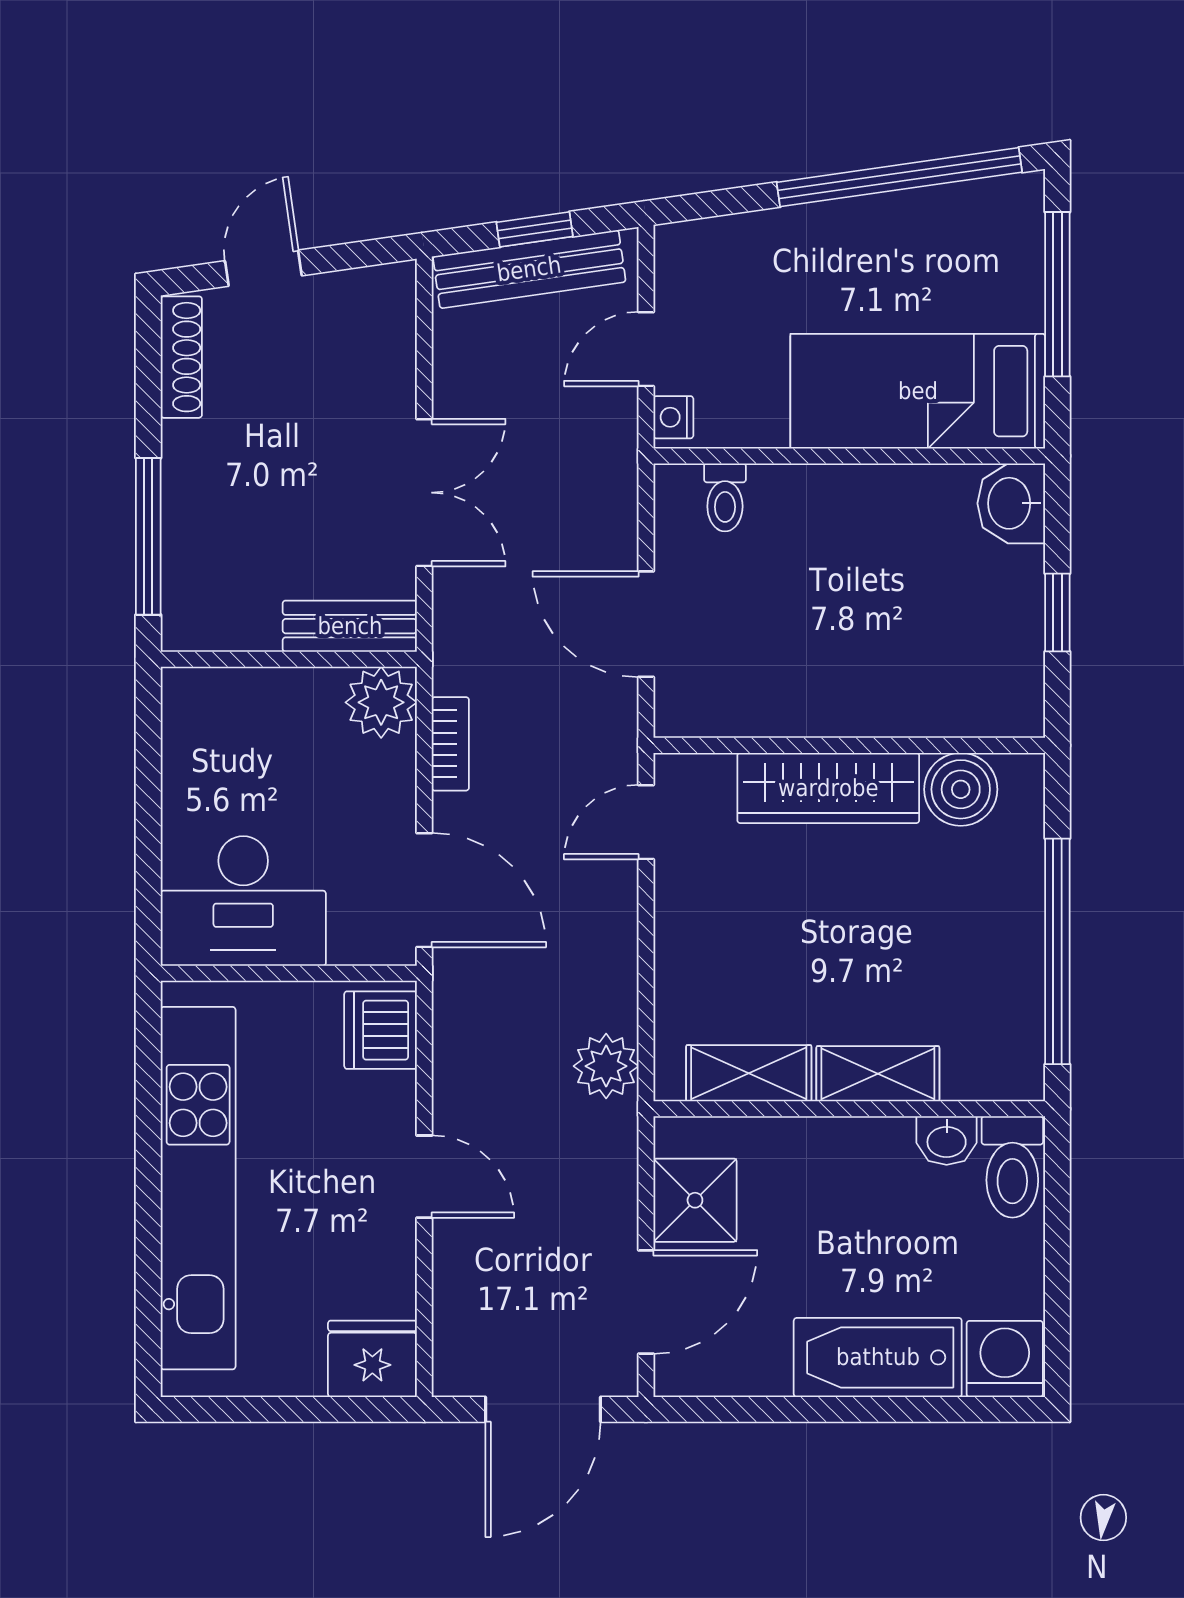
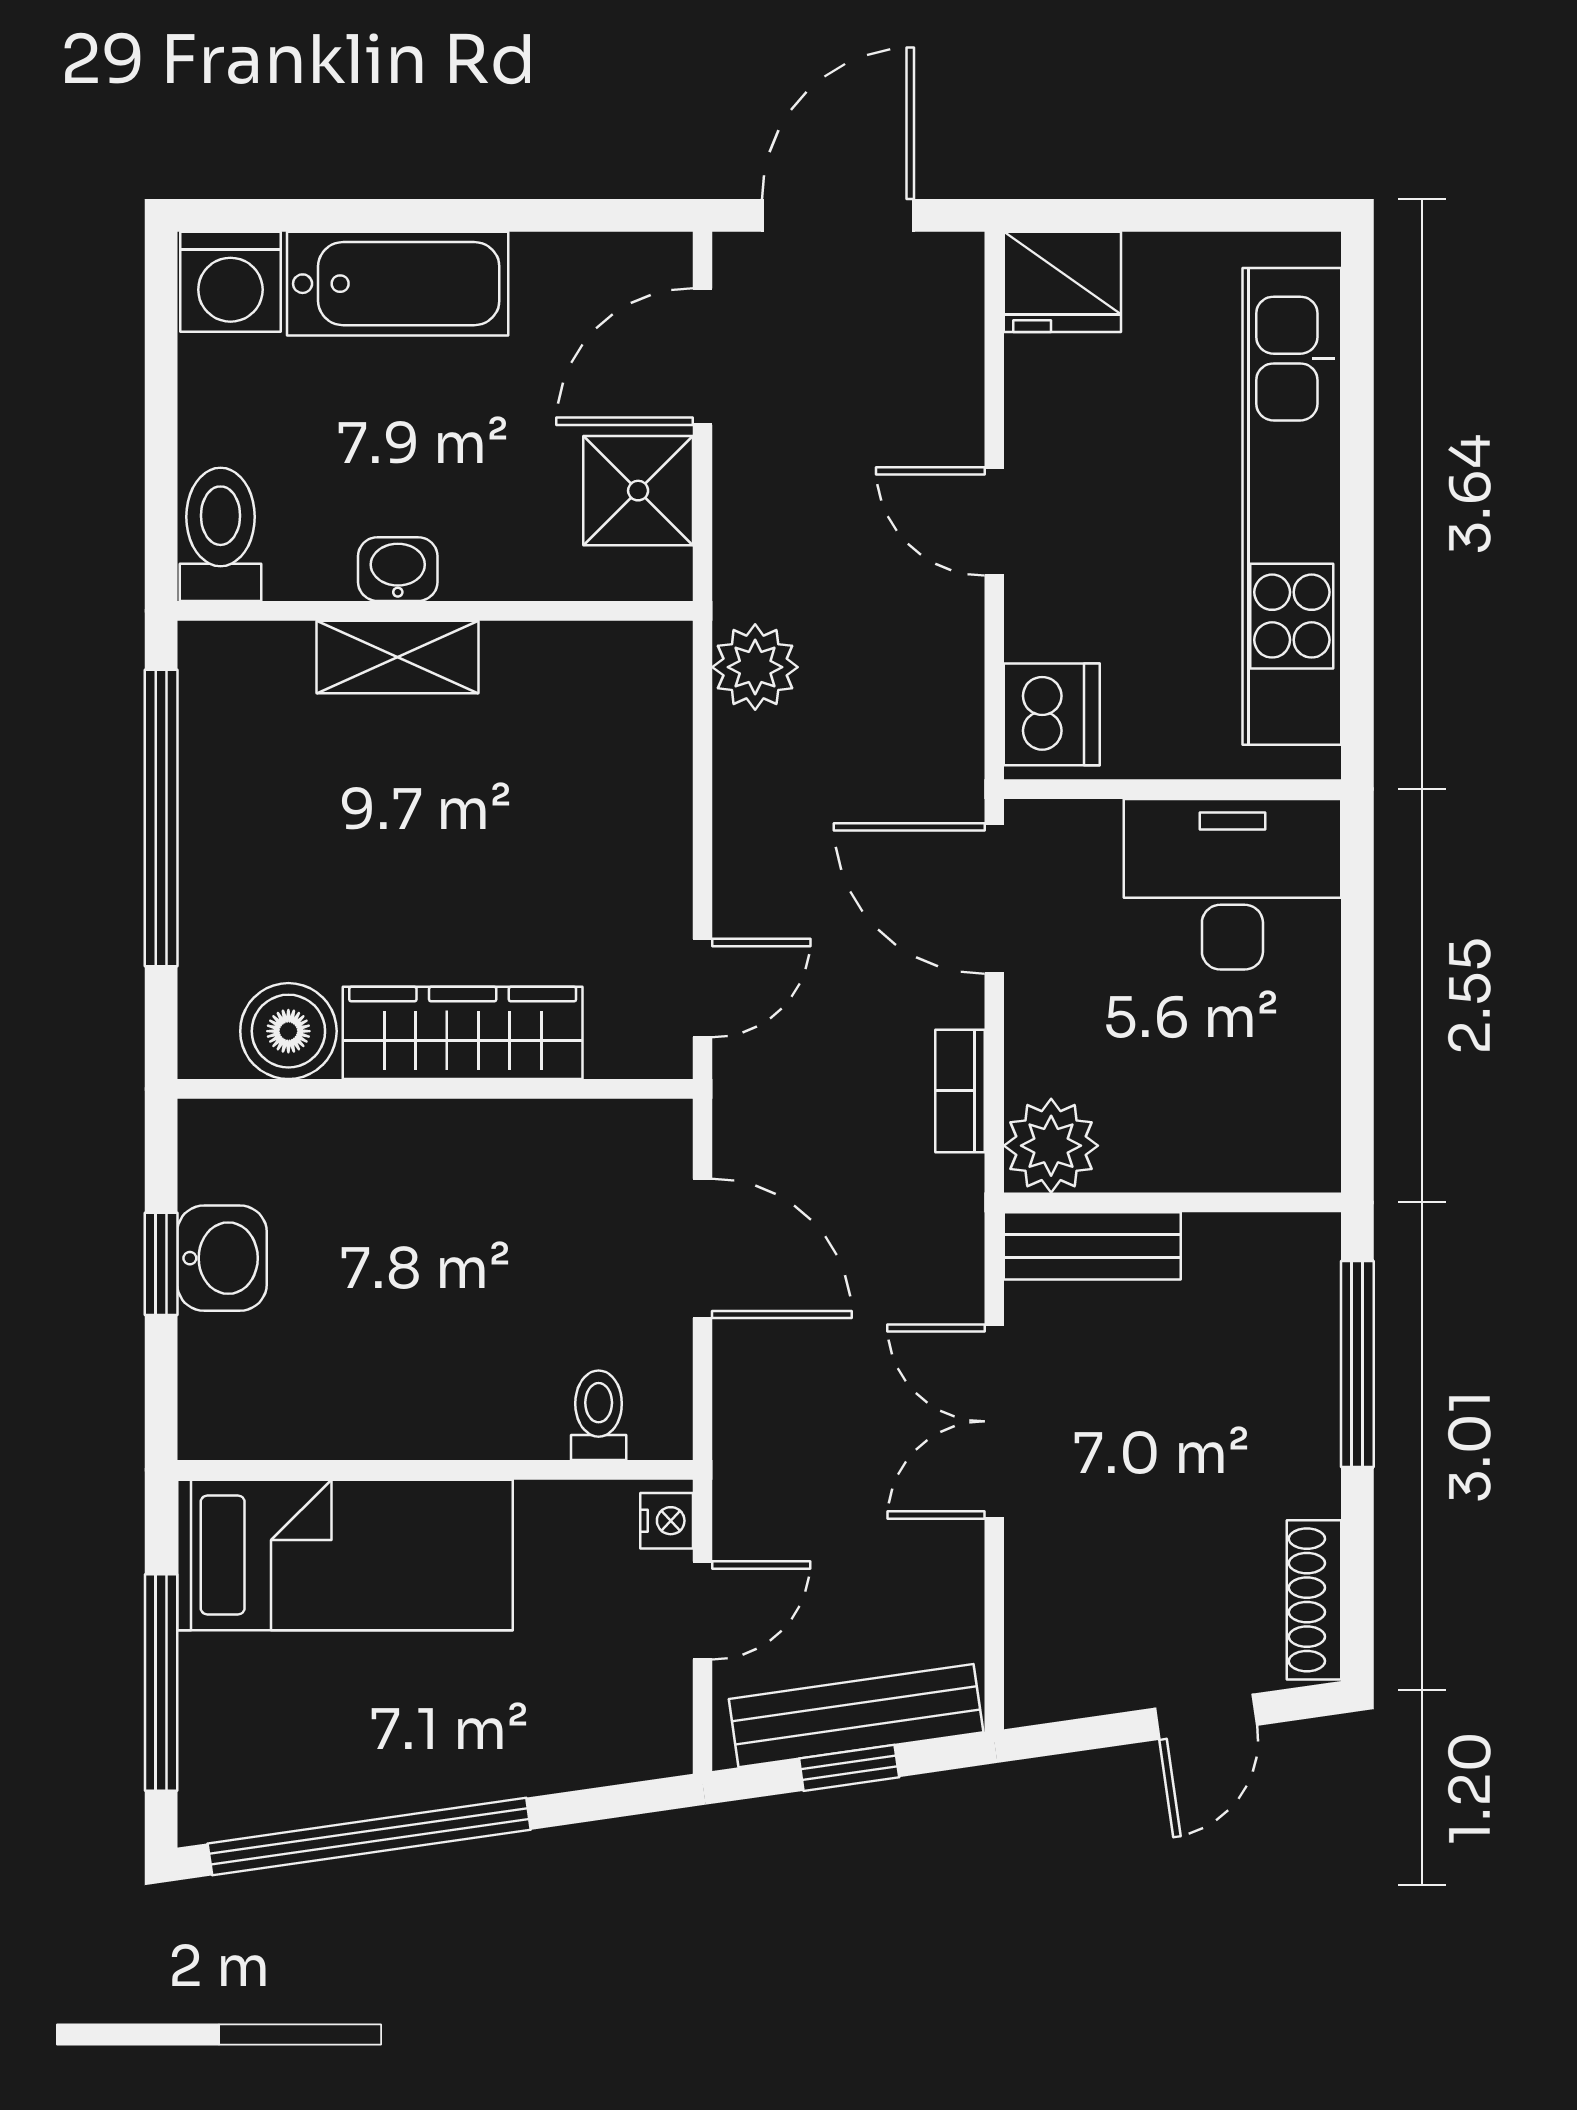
washbasin: (1011, 503) -> (222, 1258), moved
shelving: (749, 1073) -> (567, 658), removed
washbasin: (947, 1140) -> (398, 569), moved

